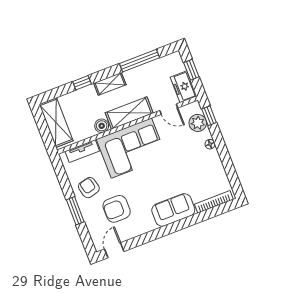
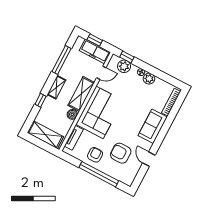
freezer: (183, 87) -> (95, 51), width x1.40
plant: (212, 158) -> (149, 79), added
armchair: (89, 188) -> (95, 155), turned 104
armchair: (117, 209) -> (121, 153), turned 90
window: (75, 211) -> (99, 174), width x2.11
door: (114, 250) -> (149, 159), moved

